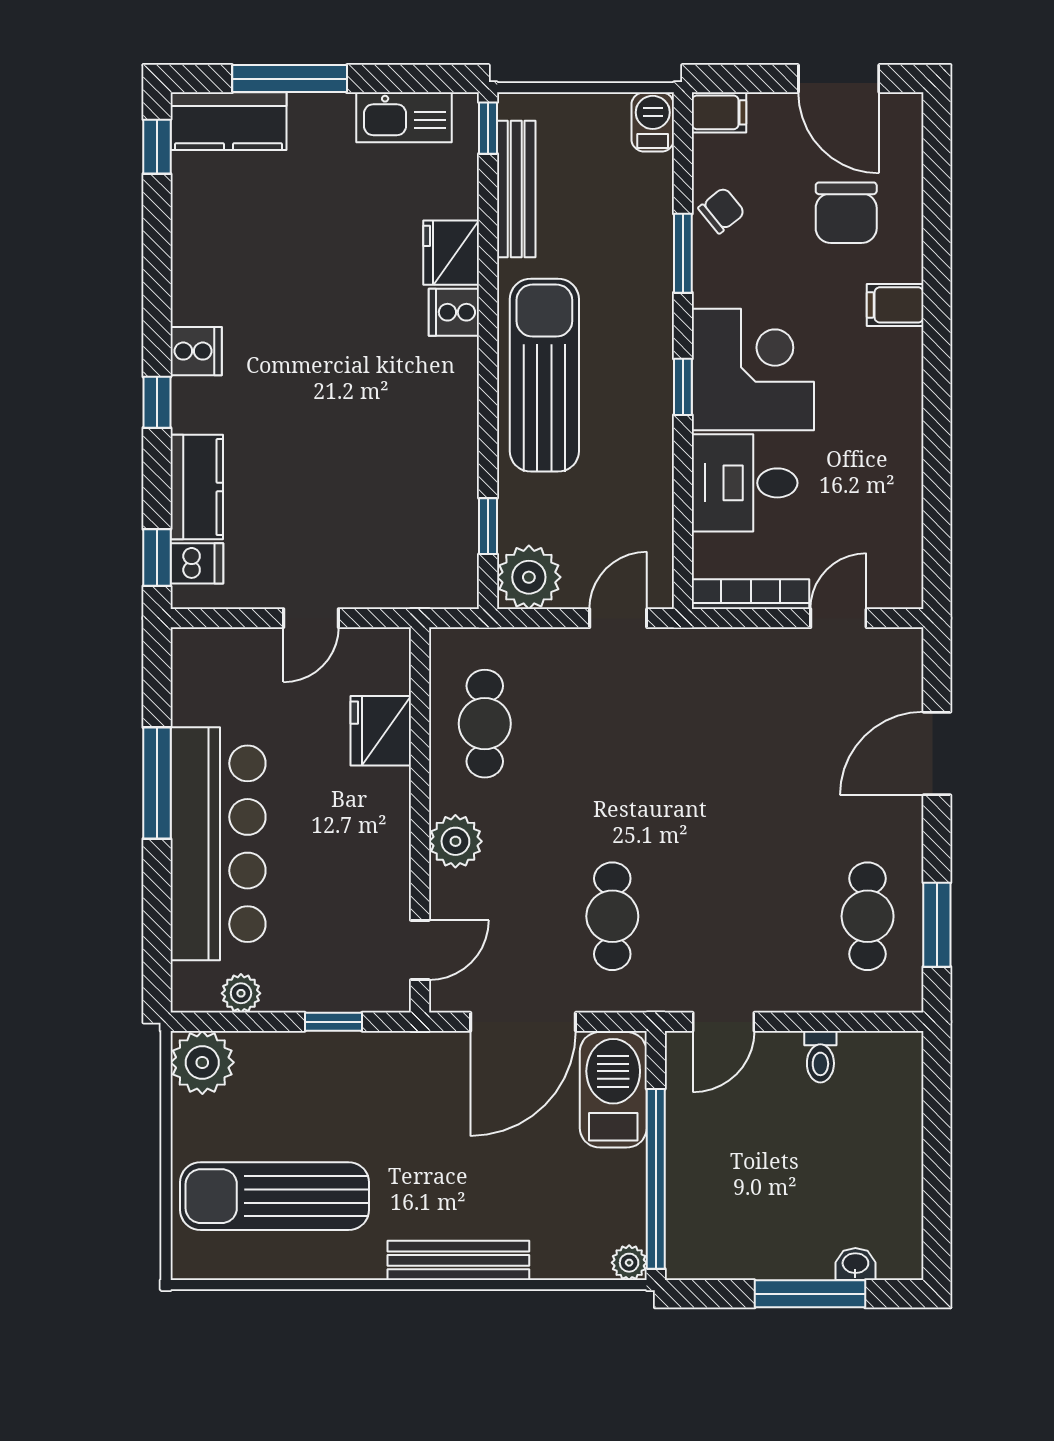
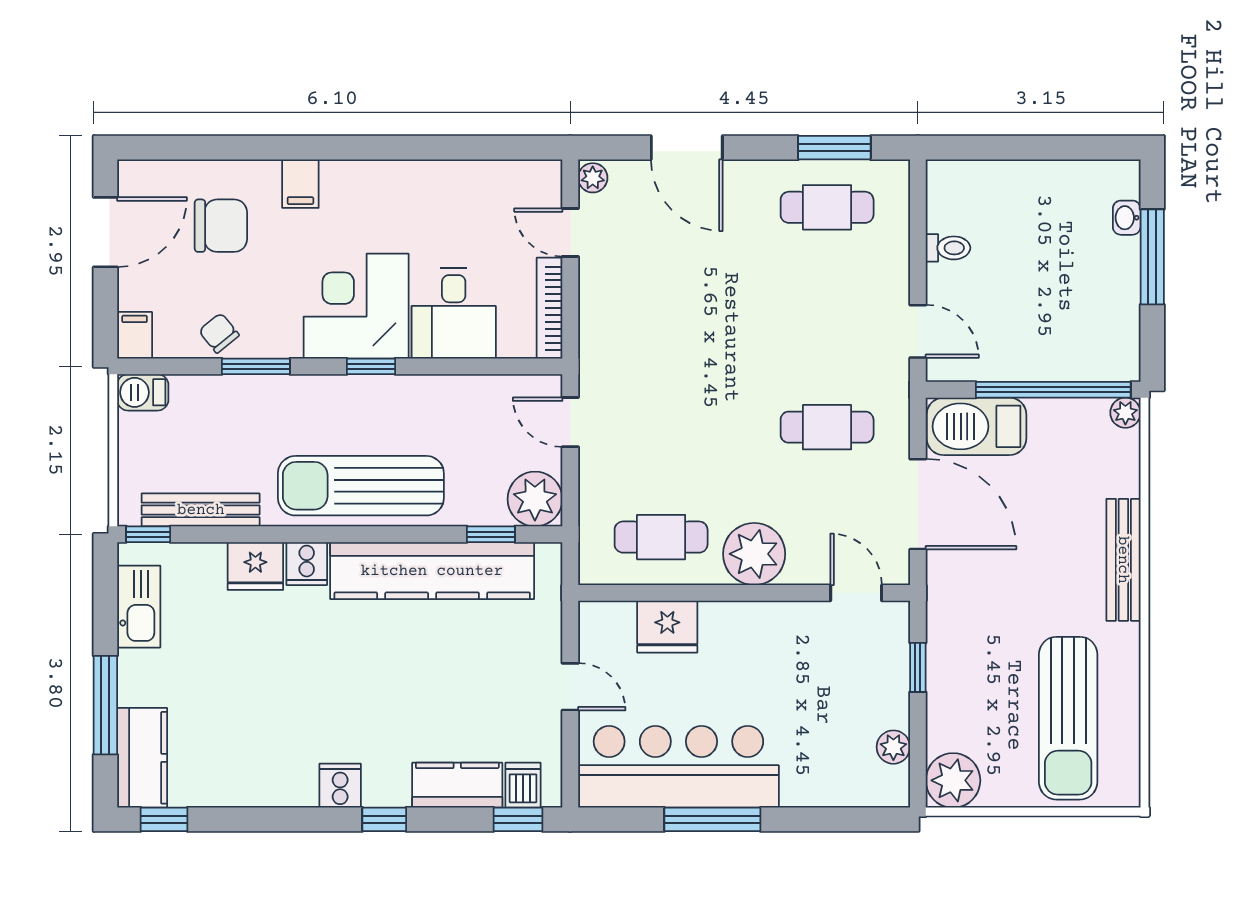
kitchen counter: (446, 458) -> (432, 571), added
plant: (902, 644) -> (593, 178), added
plant: (455, 841) -> (754, 554), width x1.36, depth x1.36
bar counter: (218, 844) -> (678, 767), moved

